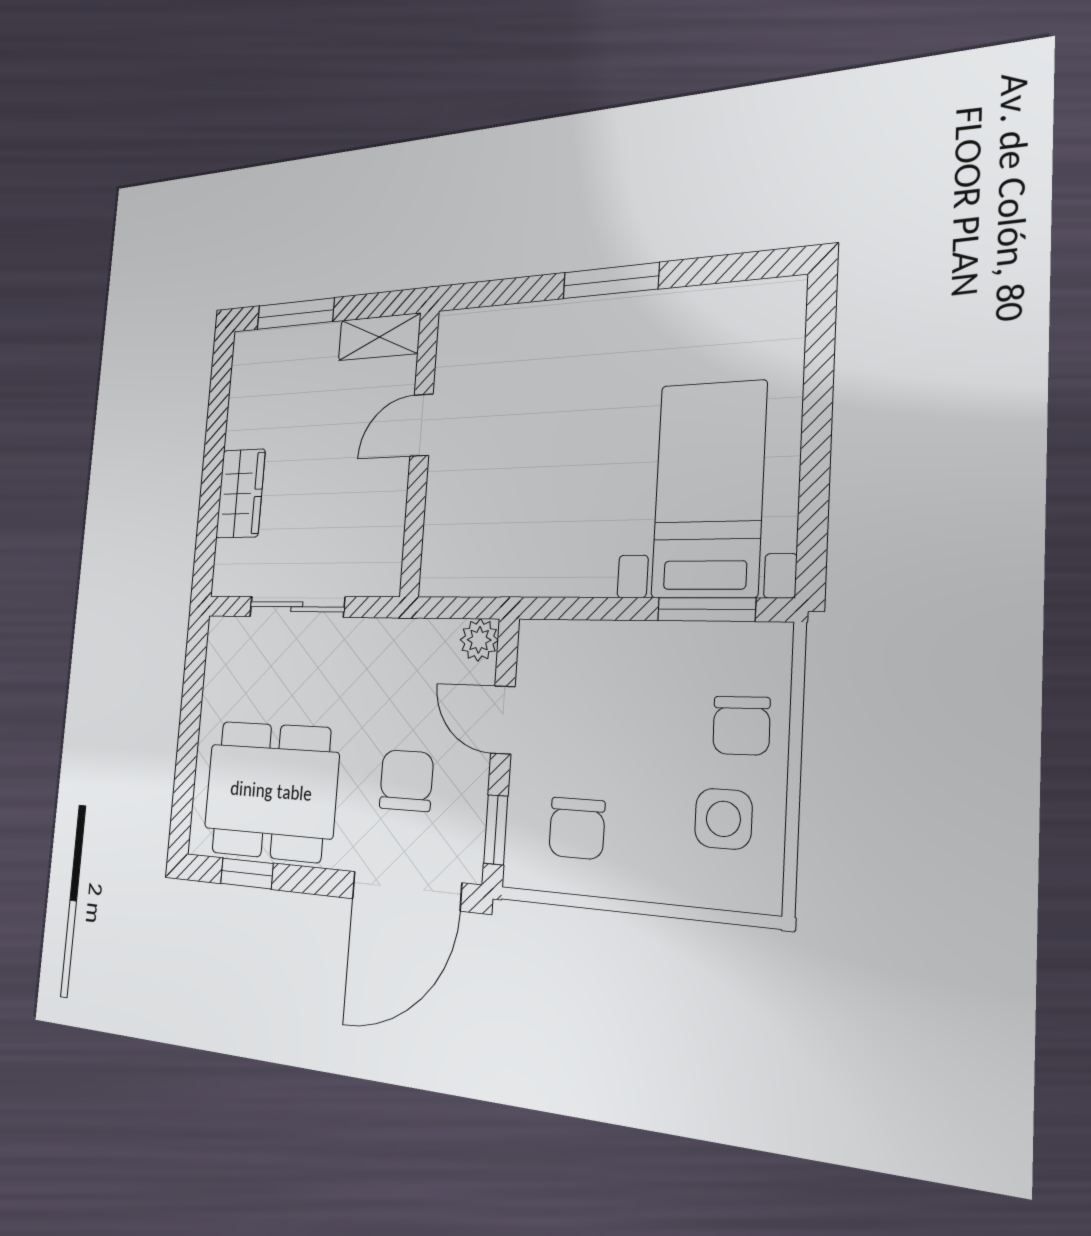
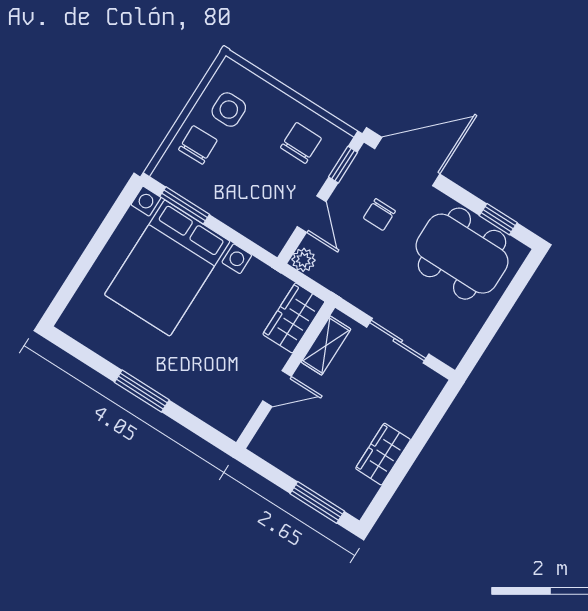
shelving: (379, 337) -> (326, 346), moved, turned 90
bed with nightstands: (709, 489) -> (167, 268), width x1.36
wardrobe: (240, 494) -> (383, 454), moved
wardrobe: (449, 543) -> (294, 318), added
chair: (406, 781) -> (379, 215), width x0.73, depth x0.73

